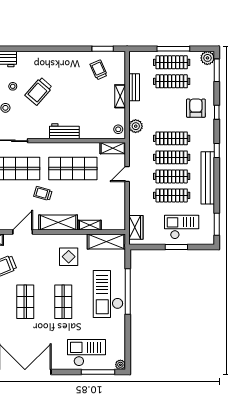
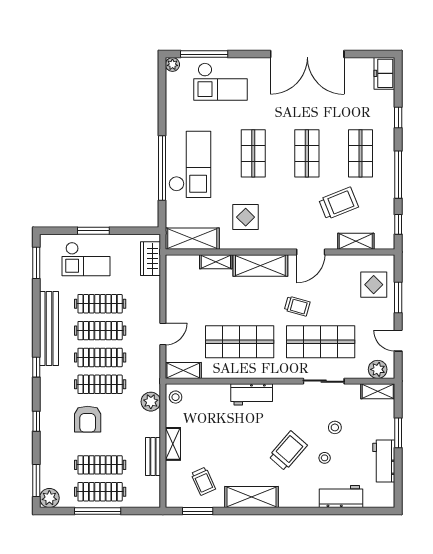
shelving: (64, 59) -> (251, 497), added
armchair: (196, 108) -> (88, 419), moved
trolley: (43, 193) -> (297, 306), moved

